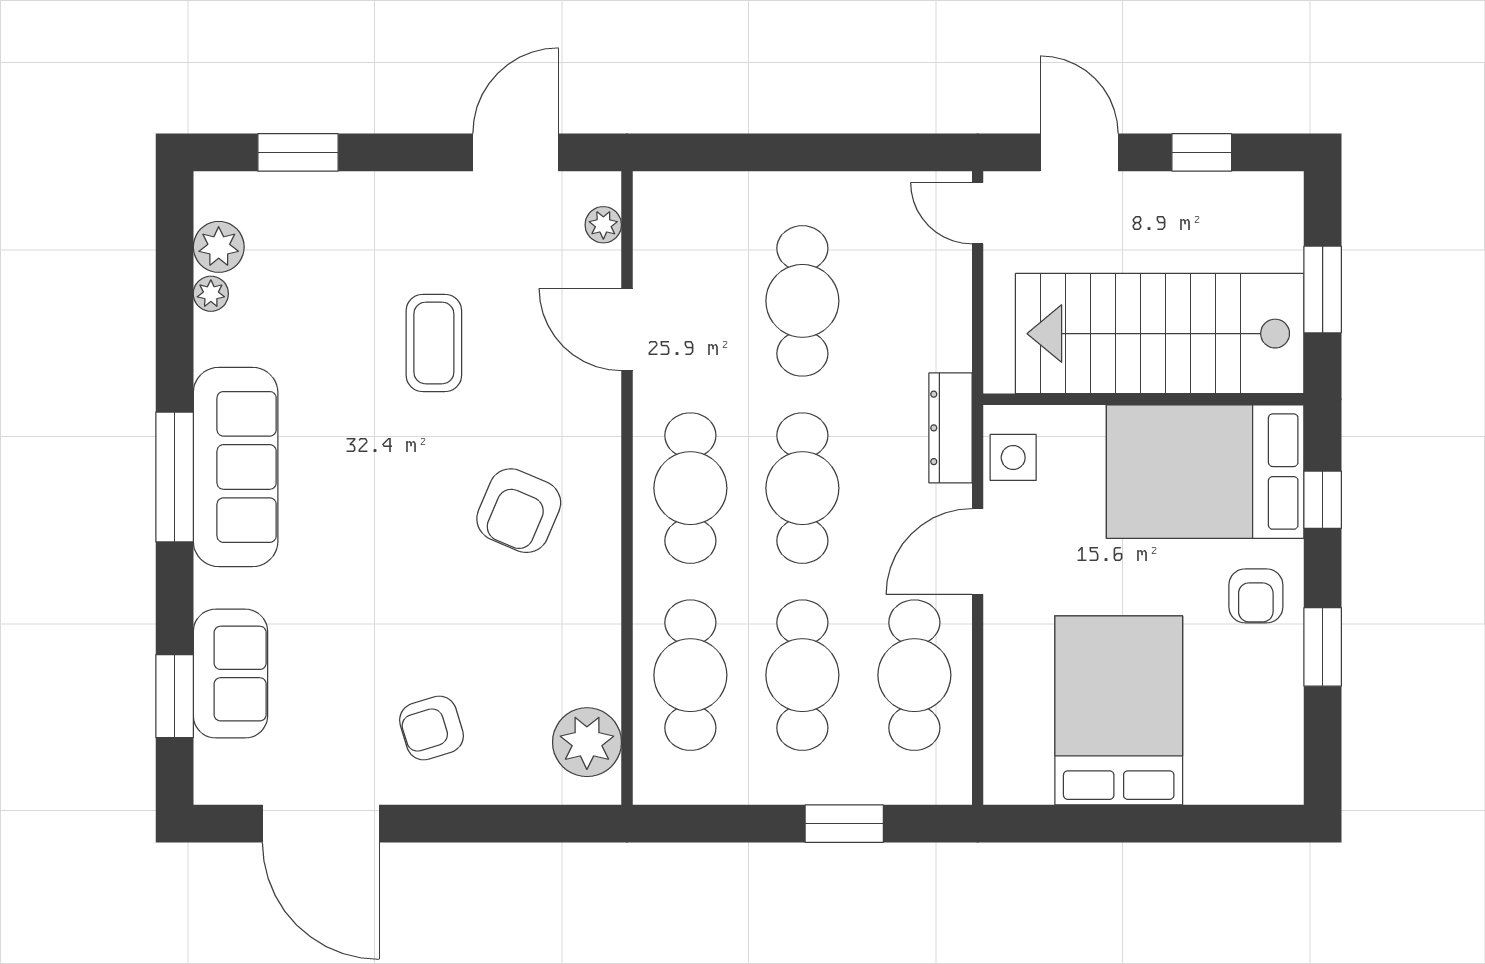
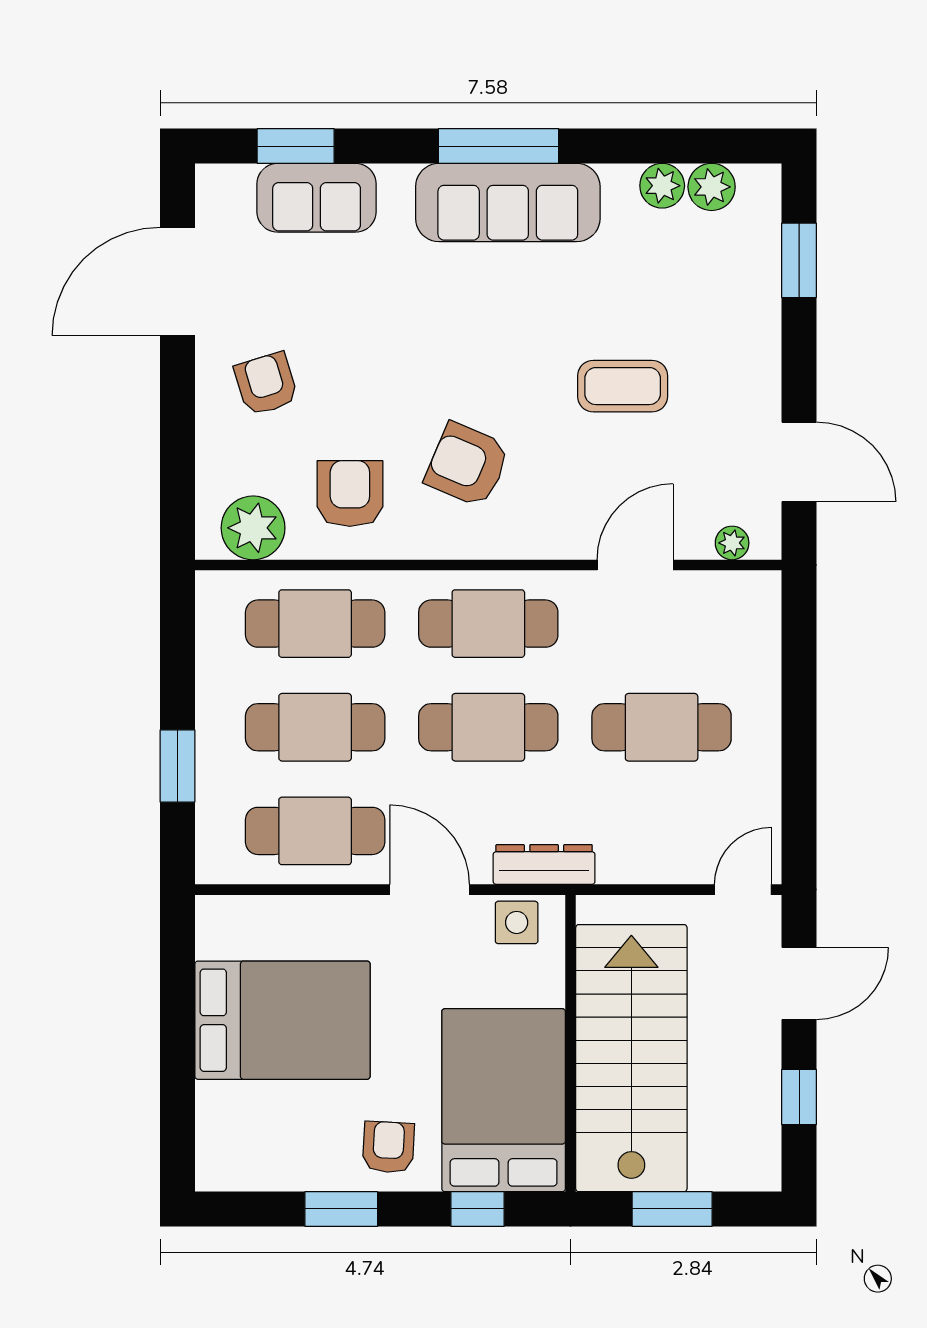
plant: (211, 294) -> (662, 186), width x1.38, depth x1.38
armchair: (1256, 596) -> (388, 1147), turned 93
armchair: (550, 638) -> (350, 494), added

